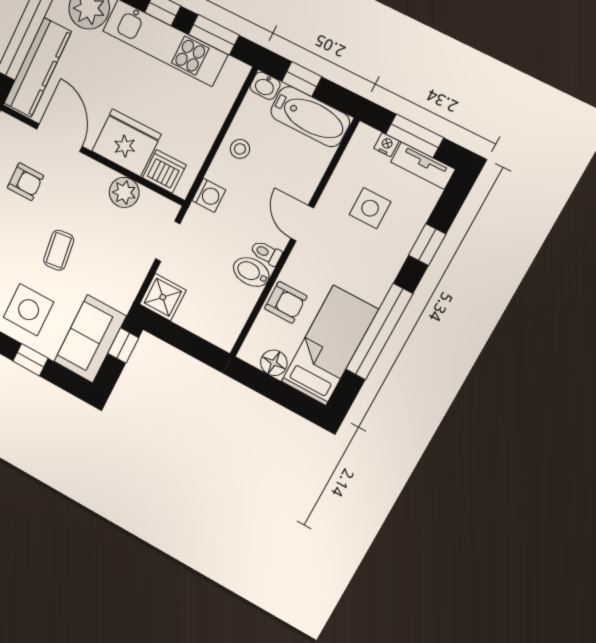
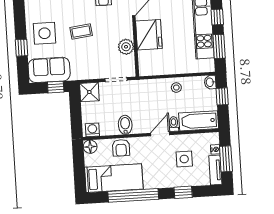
bathtub: (310, 117) -> (199, 121), moved, turned 90
dishwasher: (164, 171) -> (146, 59), removed
washing machine: (209, 195) -> (92, 130), moved, turned 180
toilet: (266, 253) -> (174, 124), moved
floor lamp: (274, 363) -> (90, 147), moved

